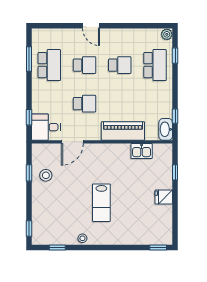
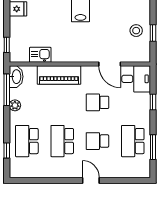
plant: (167, 34) -> (15, 105), moved
school desk: (120, 65) -> (62, 141), width x1.85
window: (175, 116) -> (7, 90), width x2.17
window: (29, 117) -> (153, 102), moved
door: (72, 142) -> (110, 64), swing flipped
window: (175, 172) -> (7, 45), moved

